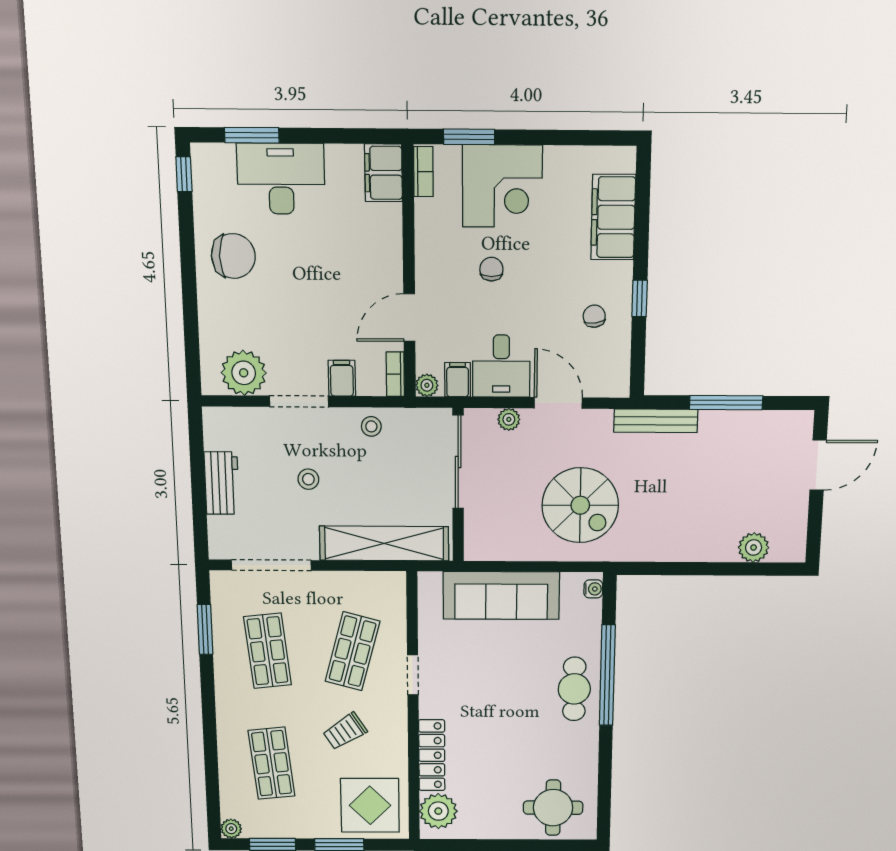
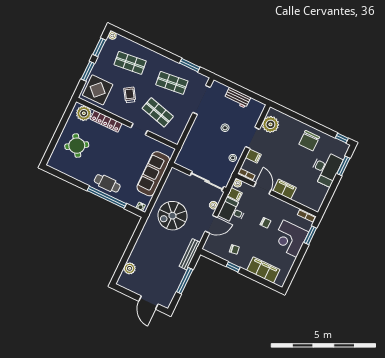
filing cabinet: (384, 173) -> (285, 189), moved
shelving: (384, 543) -> (191, 142), removed
round table: (553, 808) -> (77, 146), moved, turned -32

